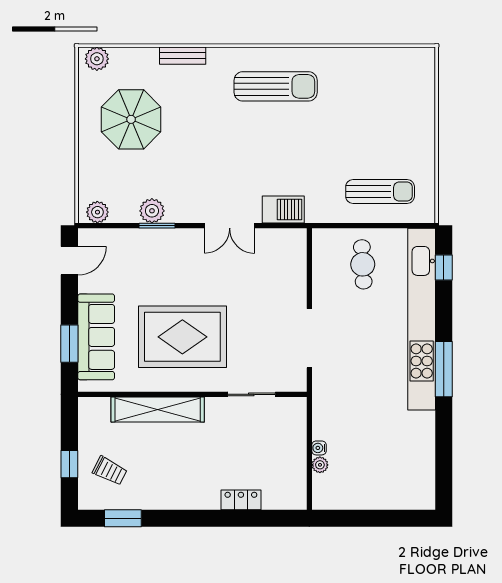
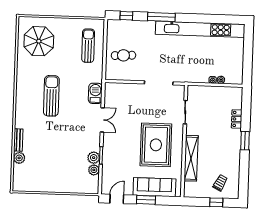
plant: (97, 59) -> (19, 158), moved
sun lounger: (276, 86) -> (51, 96), moved
parasol: (131, 119) -> (39, 41), moved
plant: (97, 212) -> (94, 170), moved
door: (69, 261) -> (117, 199), hinge flipped
kitchen unit: (422, 319) -> (200, 29), moved
window: (69, 344) -> (146, 200), moved
window: (444, 369) -> (161, 17), moved
window: (123, 518) -> (245, 141), moved

